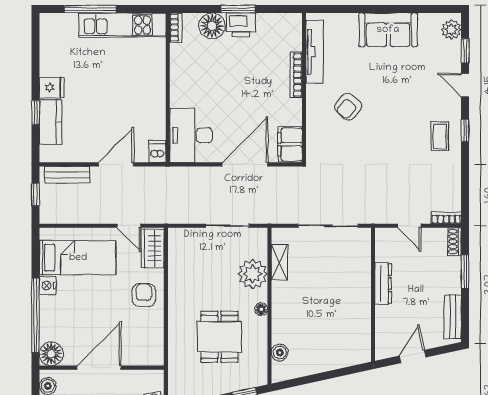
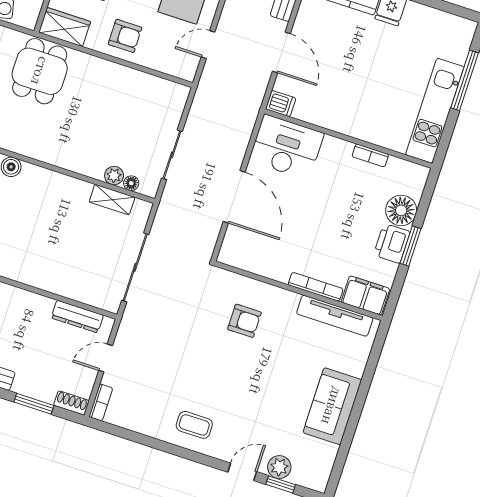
bookcase: (176, 28) -> (370, 155), moved
plant: (451, 29) -> (279, 467), moved
armchair: (348, 107) -> (244, 321), moved, turned 140
window: (465, 130) -> (192, 455), removed
filing cabinet: (290, 144) -> (365, 295), moved
wardrobe: (153, 249) -> (65, 27), moved
plant: (253, 274) -> (114, 176), width x0.53, depth x0.53
dresser: (383, 283) -> (77, 316), moved
floor lamp: (261, 309) -> (131, 183), moved
dining table: (219, 337) -> (40, 71), moved, turned 90

